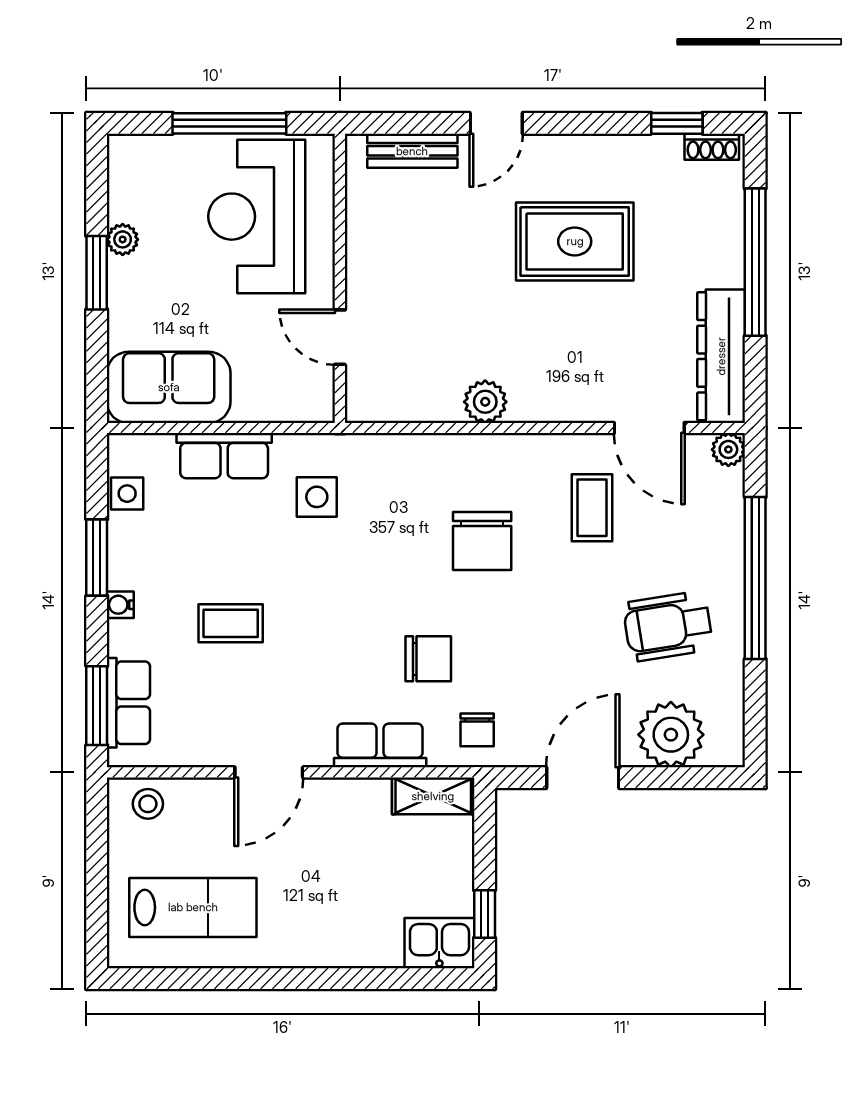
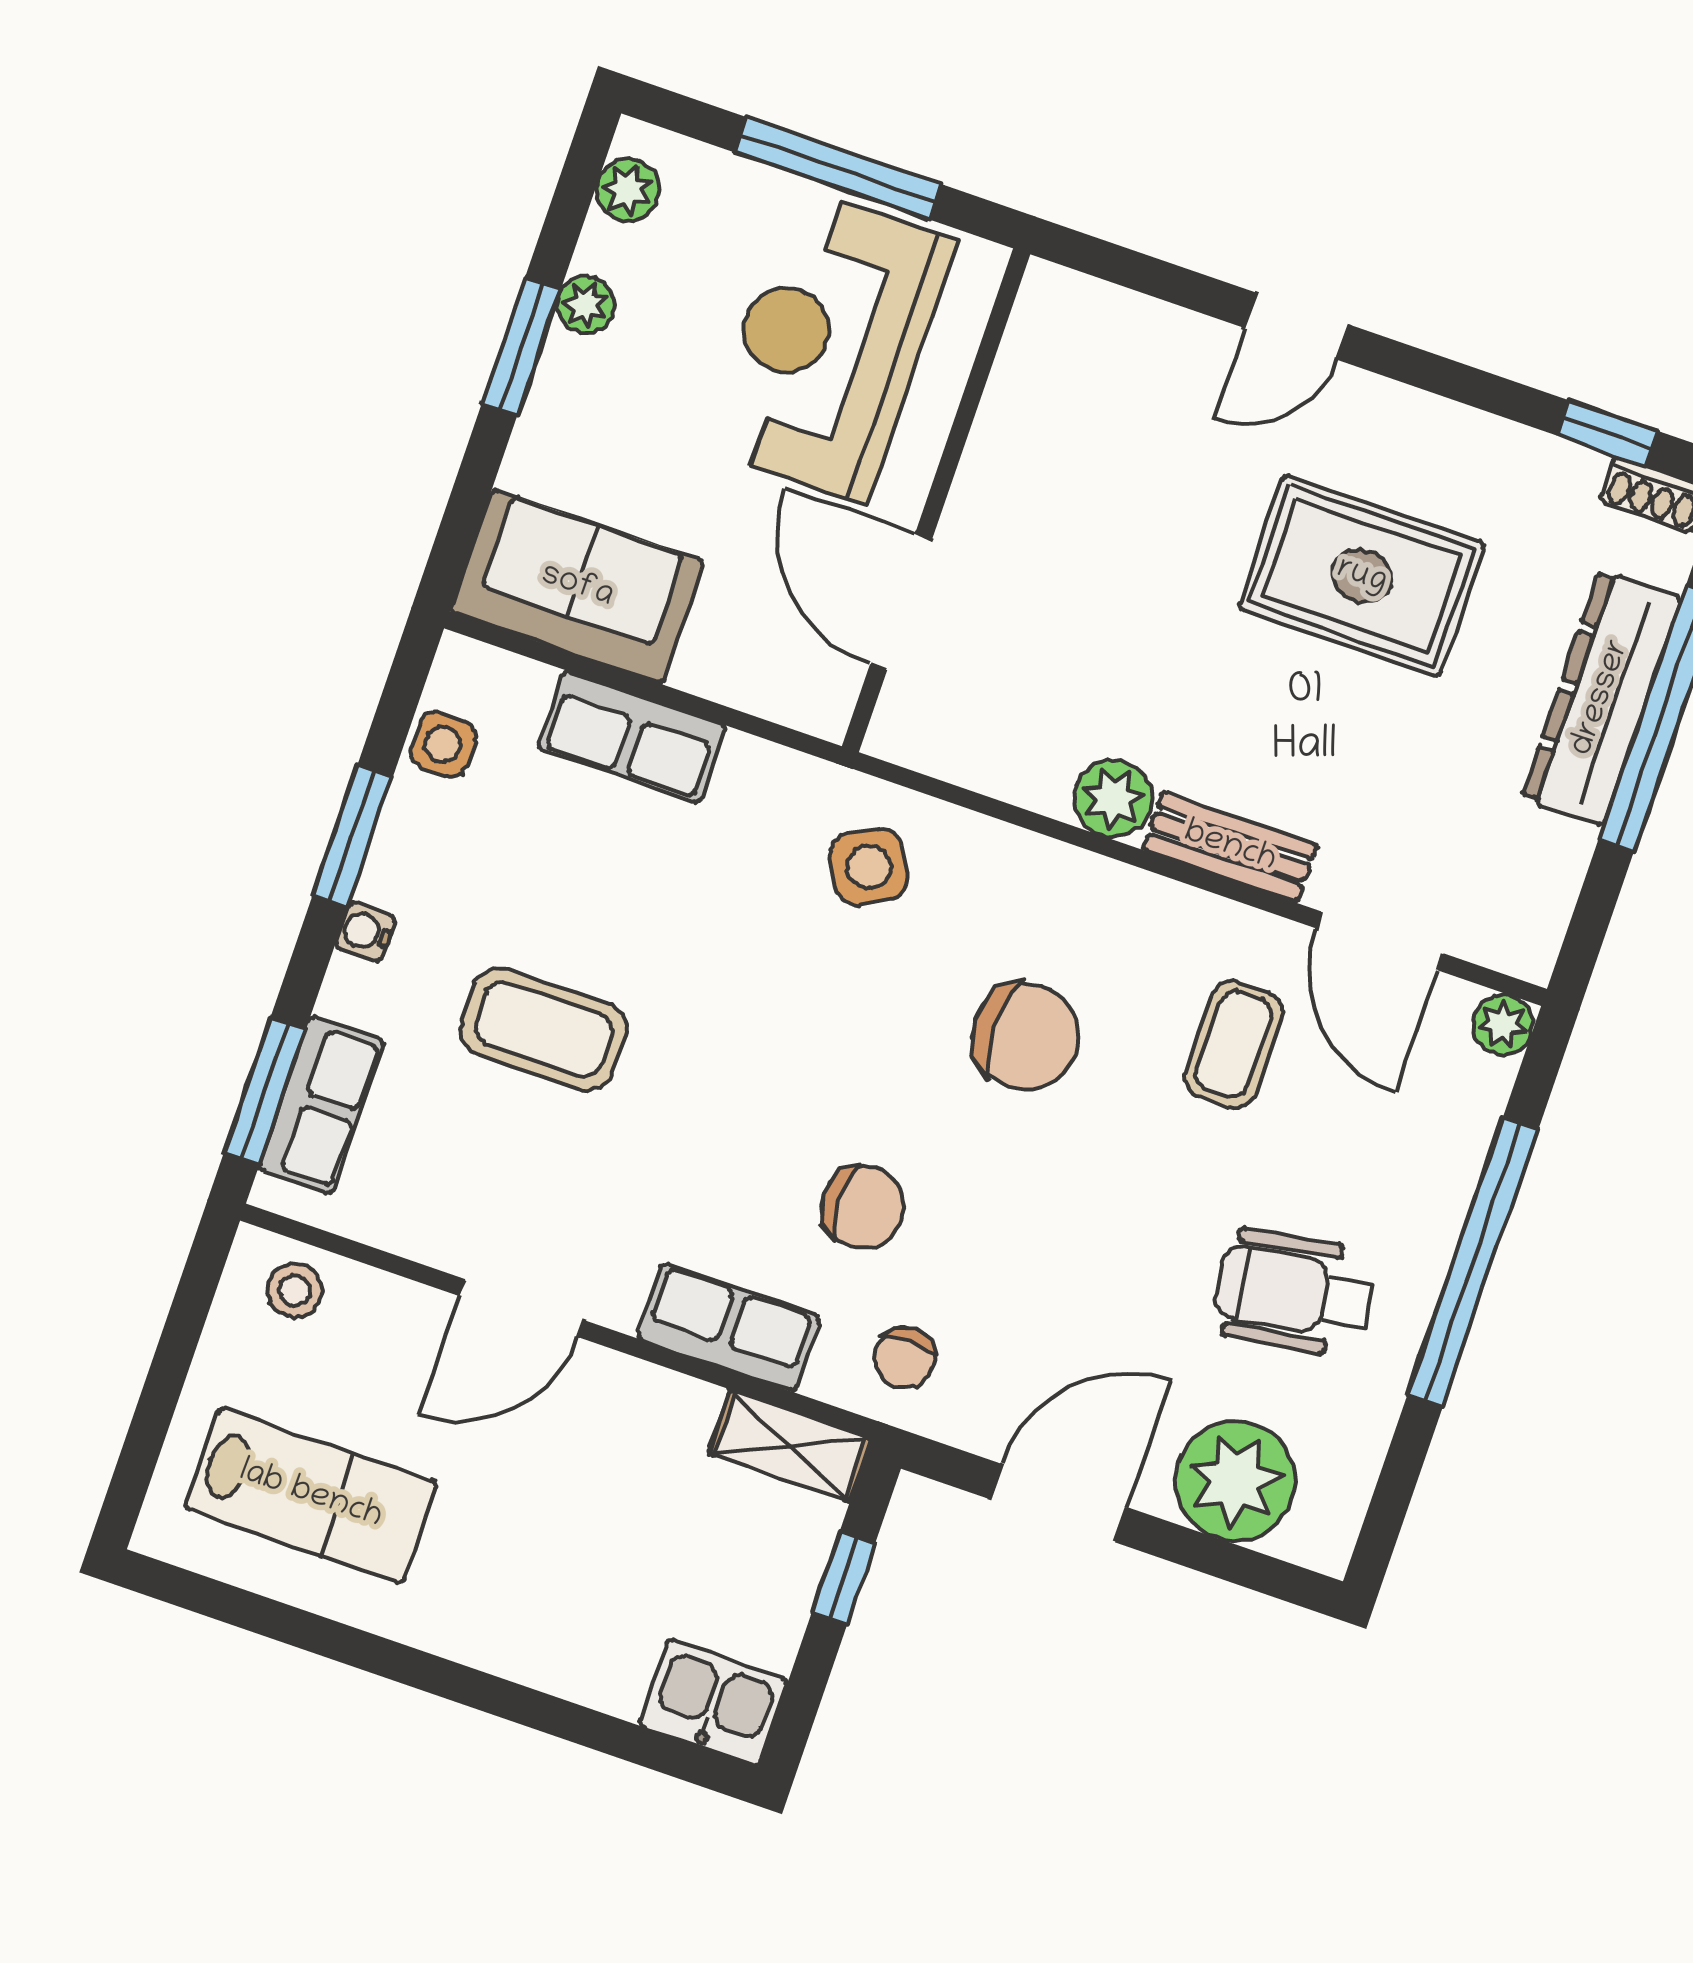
bench: (412, 151) -> (1230, 847), moved
plant: (124, 172) -> (628, 190), added
door: (340, 337) -> (901, 602), width x1.38
dresser: (721, 356) -> (1601, 698), moved
side table: (317, 497) -> (869, 867), moved, turned -30
chair: (482, 541) -> (1025, 1036), turned -90
coffee table: (231, 623) -> (544, 1029), width x1.36, depth x1.30
window: (485, 914) -> (843, 1578), moved

